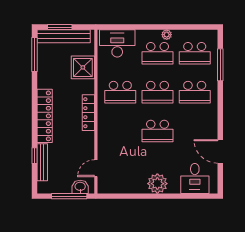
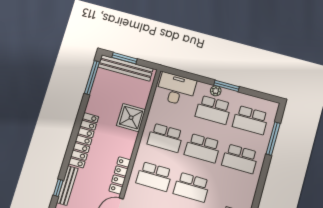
window: (164, 27) -> (227, 86), added
plant: (167, 35) -> (216, 91), moved
shower: (83, 67) -> (131, 118), moved
locker: (88, 113) -> (120, 175), moved
school desk: (120, 131) -> (154, 176), added
window: (34, 156) -> (58, 188), moved

